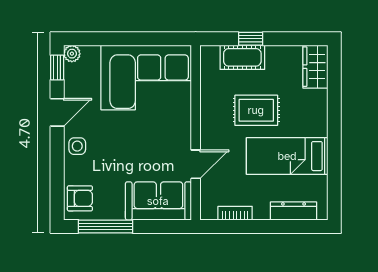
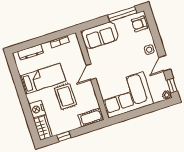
window: (251, 39) -> (64, 136), moved
cot: (242, 57) -> (91, 117), moved
nightstand: (315, 104) -> (37, 109), added
rug: (256, 110) -> (66, 96), turned 90
door: (196, 164) -> (91, 72), moved

